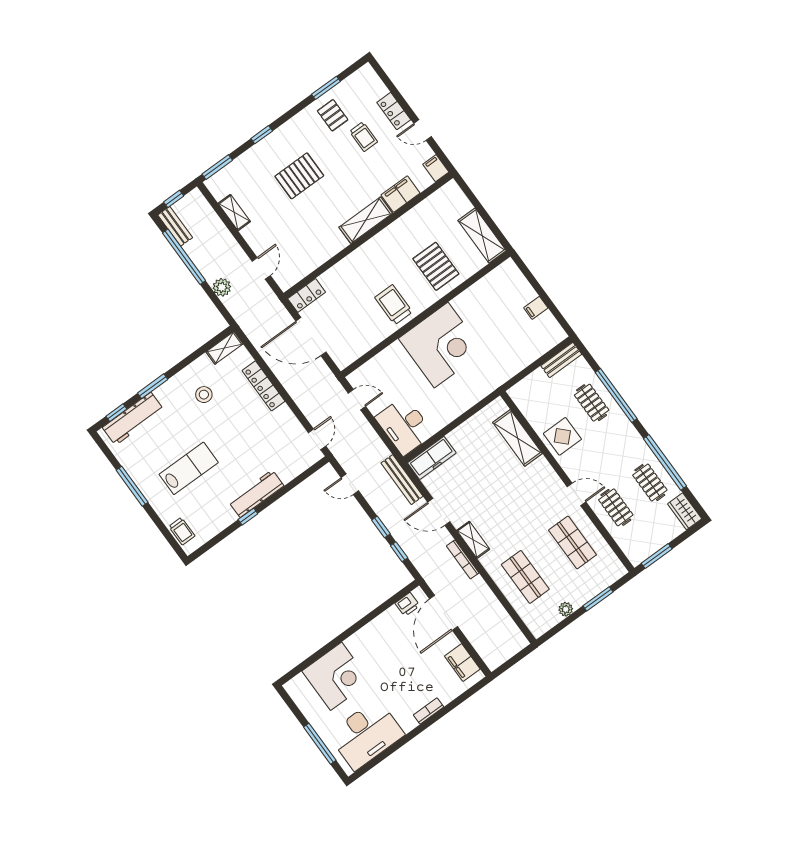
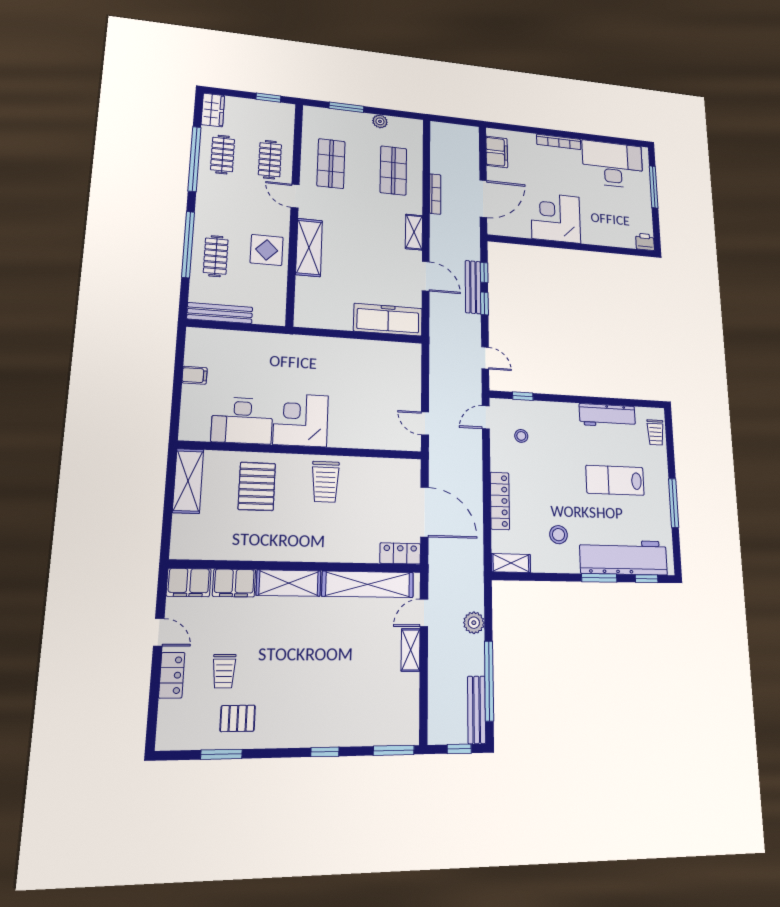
pallet: (333, 115) -> (238, 718), turned 90
trolley: (364, 137) -> (224, 671), turned 180
filing cabinet: (436, 168) -> (189, 582), width x2.00
pallet: (299, 176) -> (319, 679), removed
shelving: (234, 212) -> (411, 650), moved
bench: (175, 226) -> (477, 710), width x1.36
shelving: (313, 259) -> (368, 584), added
corner desk: (441, 345) -> (301, 420), width x0.74, depth x0.74
bench: (561, 360) -> (220, 313), width x1.36
workbench: (133, 419) -> (624, 557), width x1.36, depth x1.32
desk: (404, 426) -> (242, 421), moved, turned 90
shelving: (517, 438) -> (309, 247), moved
stool: (282, 446) -> (521, 436), added
freezer: (432, 458) -> (388, 320), width x1.36, depth x1.26
bench: (402, 480) -> (473, 287), moved
workbench: (256, 494) -> (607, 416), moved
window: (248, 517) -> (523, 396), moved
trolley: (182, 531) -> (655, 432), turned 180
window: (657, 556) -> (268, 98), width x0.67
bookcase: (463, 559) -> (435, 194), moved
printer: (407, 604) -> (645, 242), moved
corner desk: (336, 676) -> (556, 218), moved
bookcase: (429, 711) -> (559, 142), width x1.56

